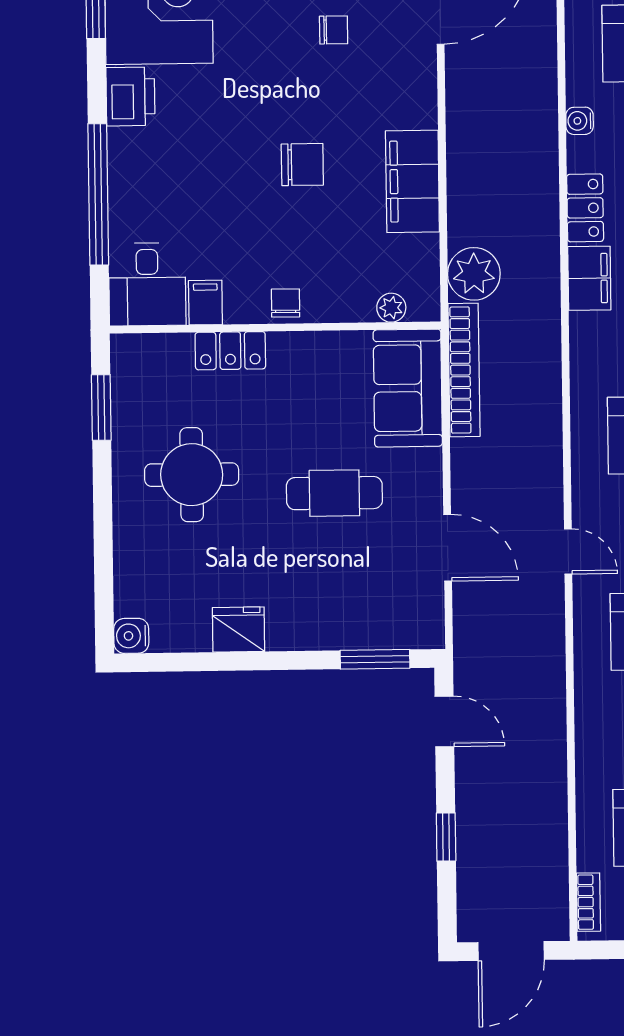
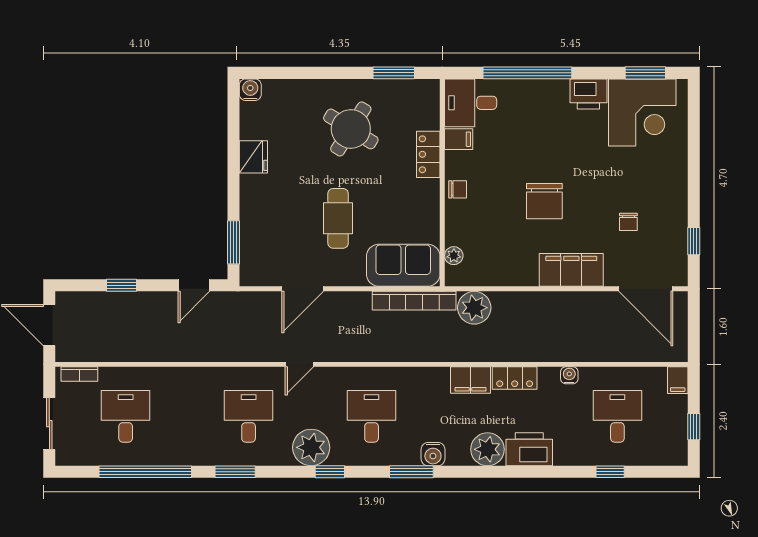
chair: (302, 165) -> (544, 201), width x1.37, depth x1.37
filing cabinet: (412, 181) -> (571, 270), moved
round table: (192, 475) -> (351, 129), turned 32

